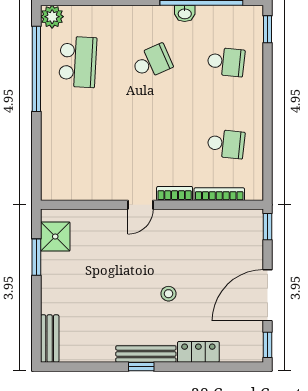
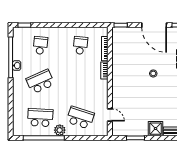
plant: (52, 17) -> (60, 130), moved
school desk: (152, 62) -> (40, 82), width x1.85
school desk: (78, 144) -> (80, 118), added
door: (141, 205) -> (110, 115), moved
shower: (55, 237) -> (156, 129), moved

